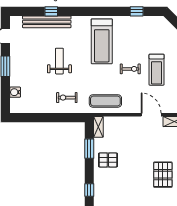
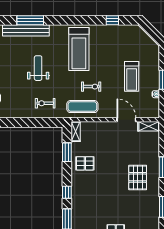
window: (51, 11) -> (30, 20), width x2.17
exercise bike: (130, 69) -> (91, 87), moved

